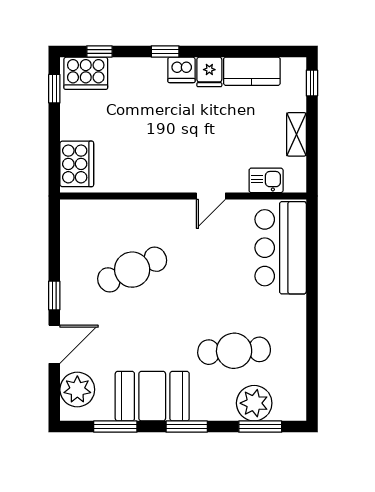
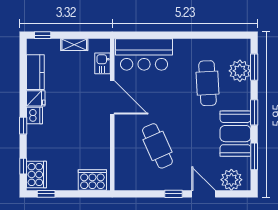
door: (211, 196) -> (112, 97), width x1.87

